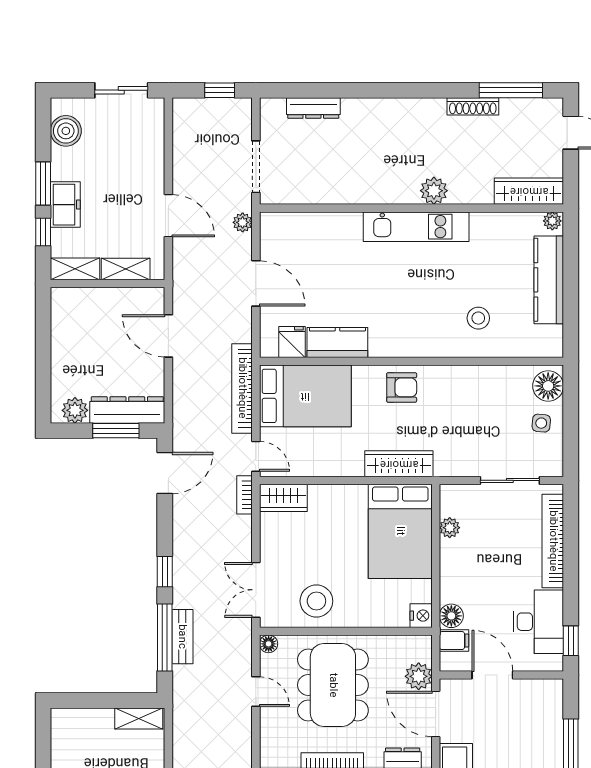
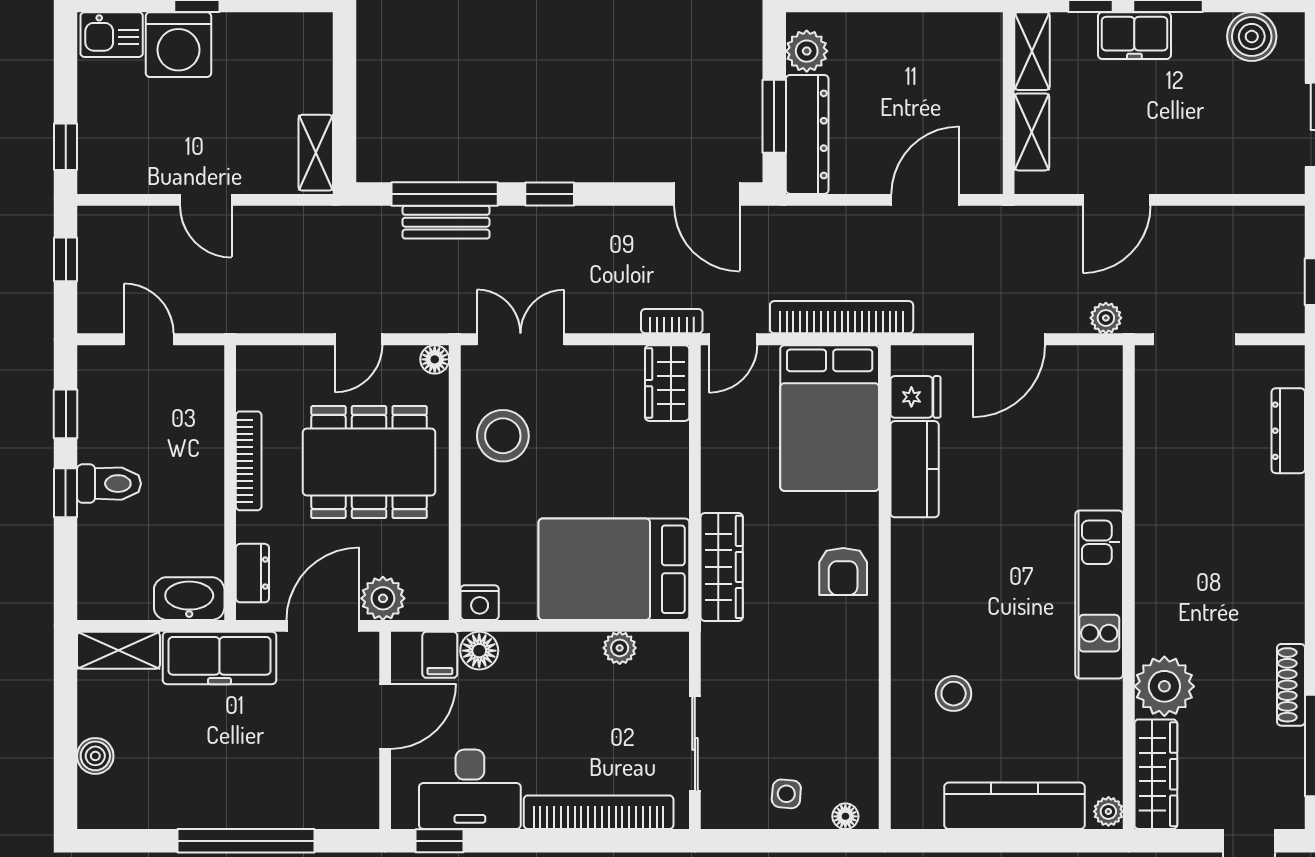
plant: (434, 191) -> (1164, 686), moved, width x1.36, depth x1.36
floor lamp: (548, 386) -> (845, 816), width x0.53, depth x0.53

